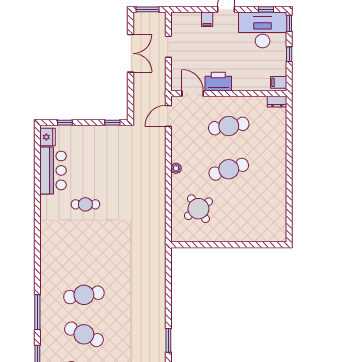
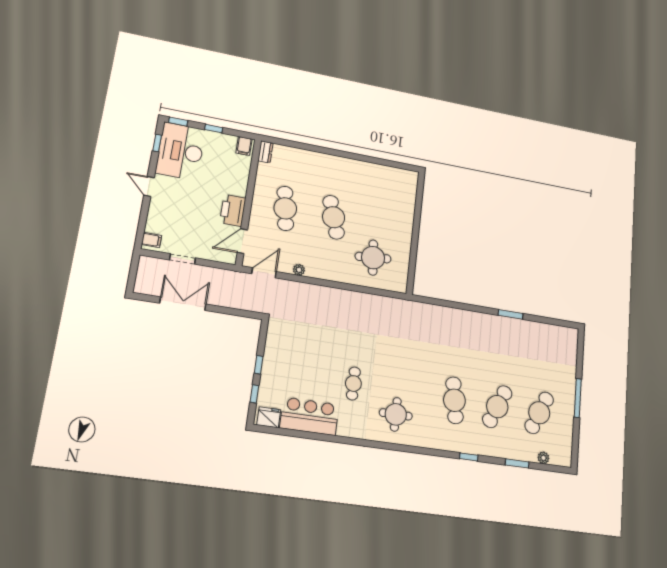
window: (147, 9) -> (133, 275), removed
filing cabinet: (207, 19) -> (151, 240), moved
door: (168, 116) -> (264, 273), swing flipped
window: (112, 123) -> (259, 365), moved
plant: (176, 168) -> (299, 270), moved
round table: (198, 209) -> (373, 258), turned 30
round table: (65, 244) -> (396, 414), added
window: (37, 312) -> (469, 457), width x0.46

